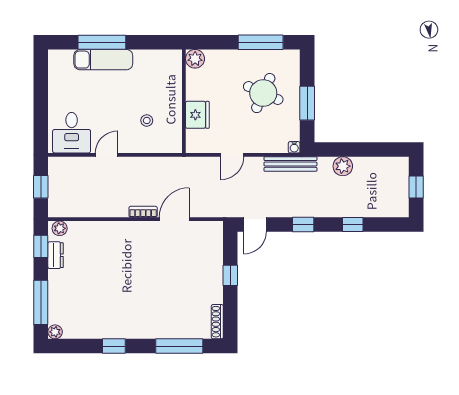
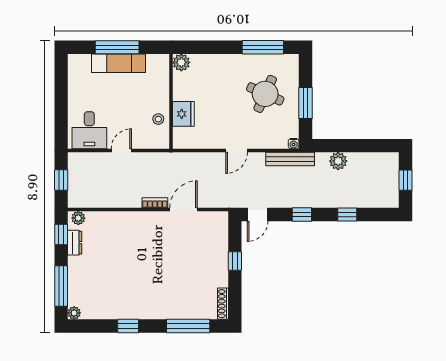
plant: (195, 59) -> (181, 62), moved
wall: (184, 101) -> (171, 101), moved
fridge: (197, 115) -> (183, 114), moved

